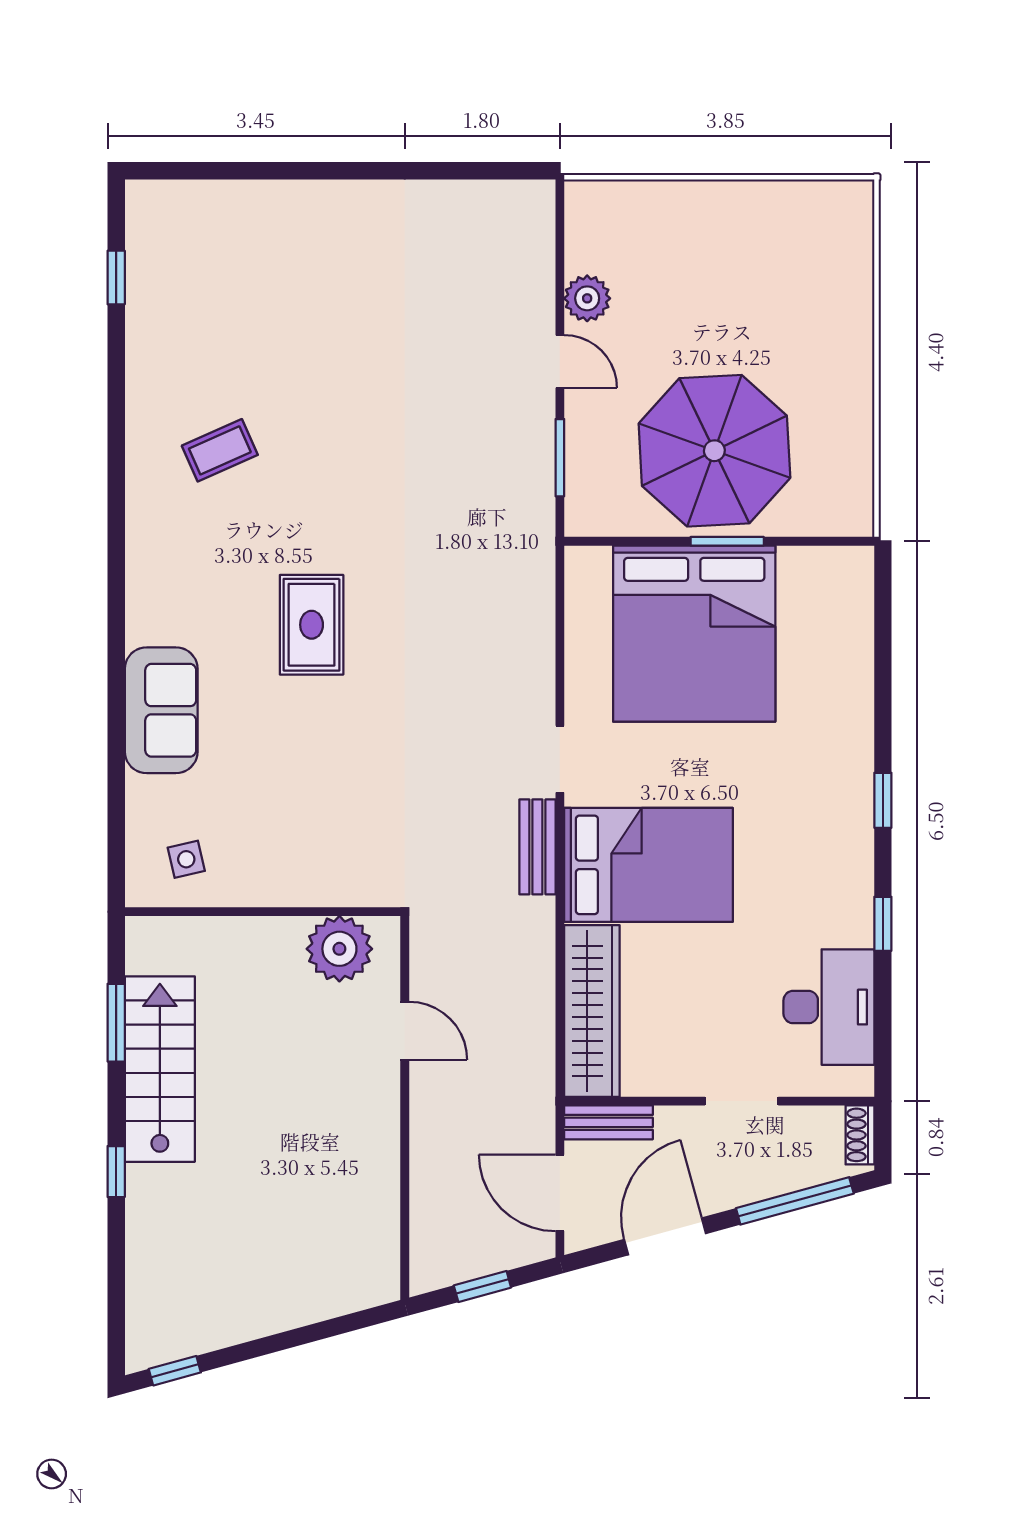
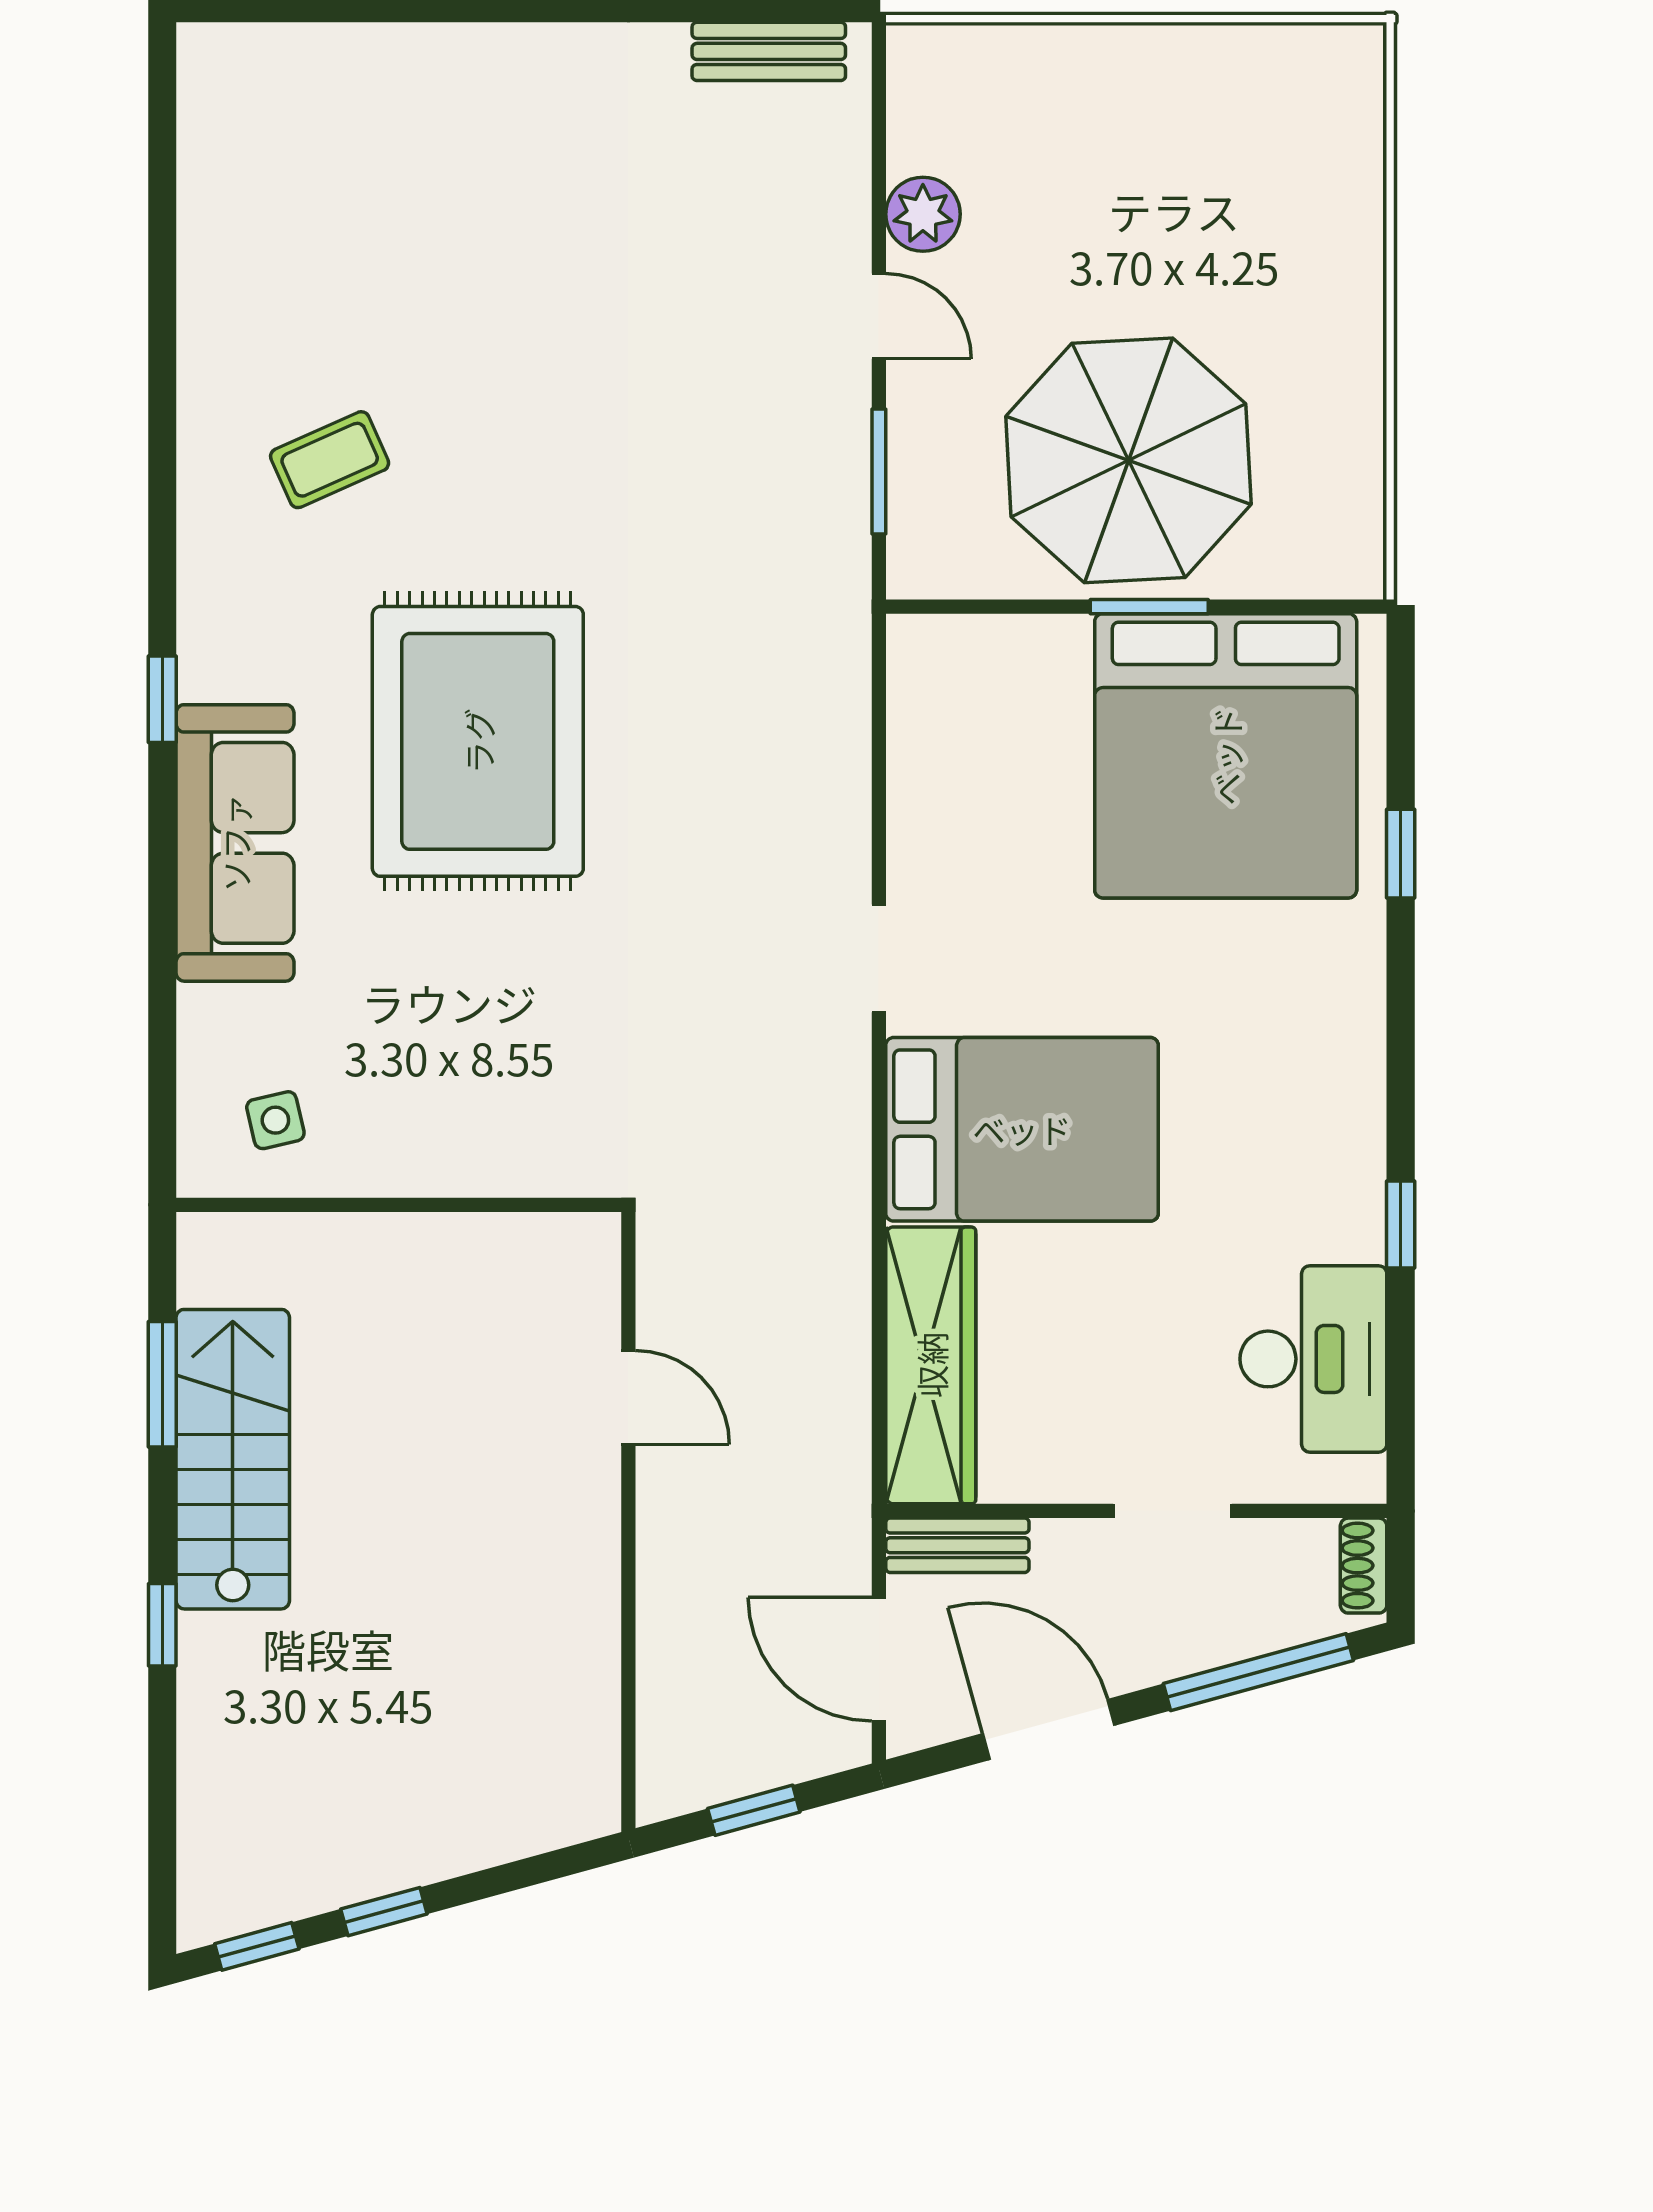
window: (116, 277) -> (162, 699), moved
rug: (312, 625) -> (478, 741), width x1.86, depth x2.06
bed: (694, 634) -> (1226, 756), moved
sofa: (161, 710) -> (235, 843), width x1.36
window: (883, 800) -> (1401, 854), moved
bench: (537, 847) -> (769, 51), moved, turned 90
plant: (339, 949) -> (523, 1265), removed
door: (665, 1236) -> (1049, 1729), hinge flipped
window: (253, 1349) -> (384, 1912), added

